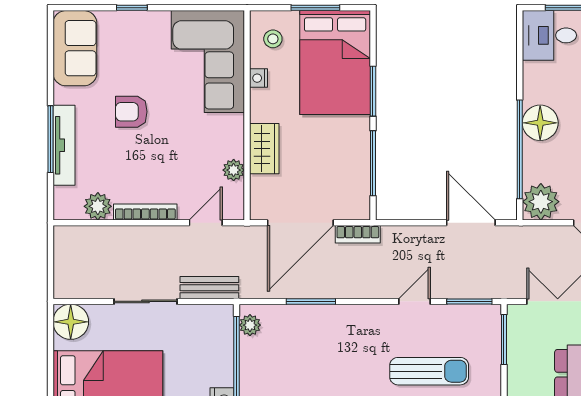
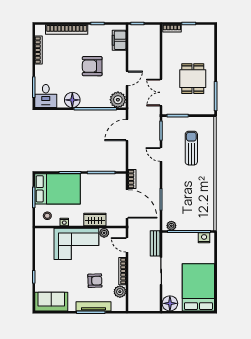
corner sofa: (208, 62) -> (76, 244), moved
armchair: (131, 112) -> (95, 281), moved, turned -92
floor lamp: (540, 123) -> (72, 100), moved

